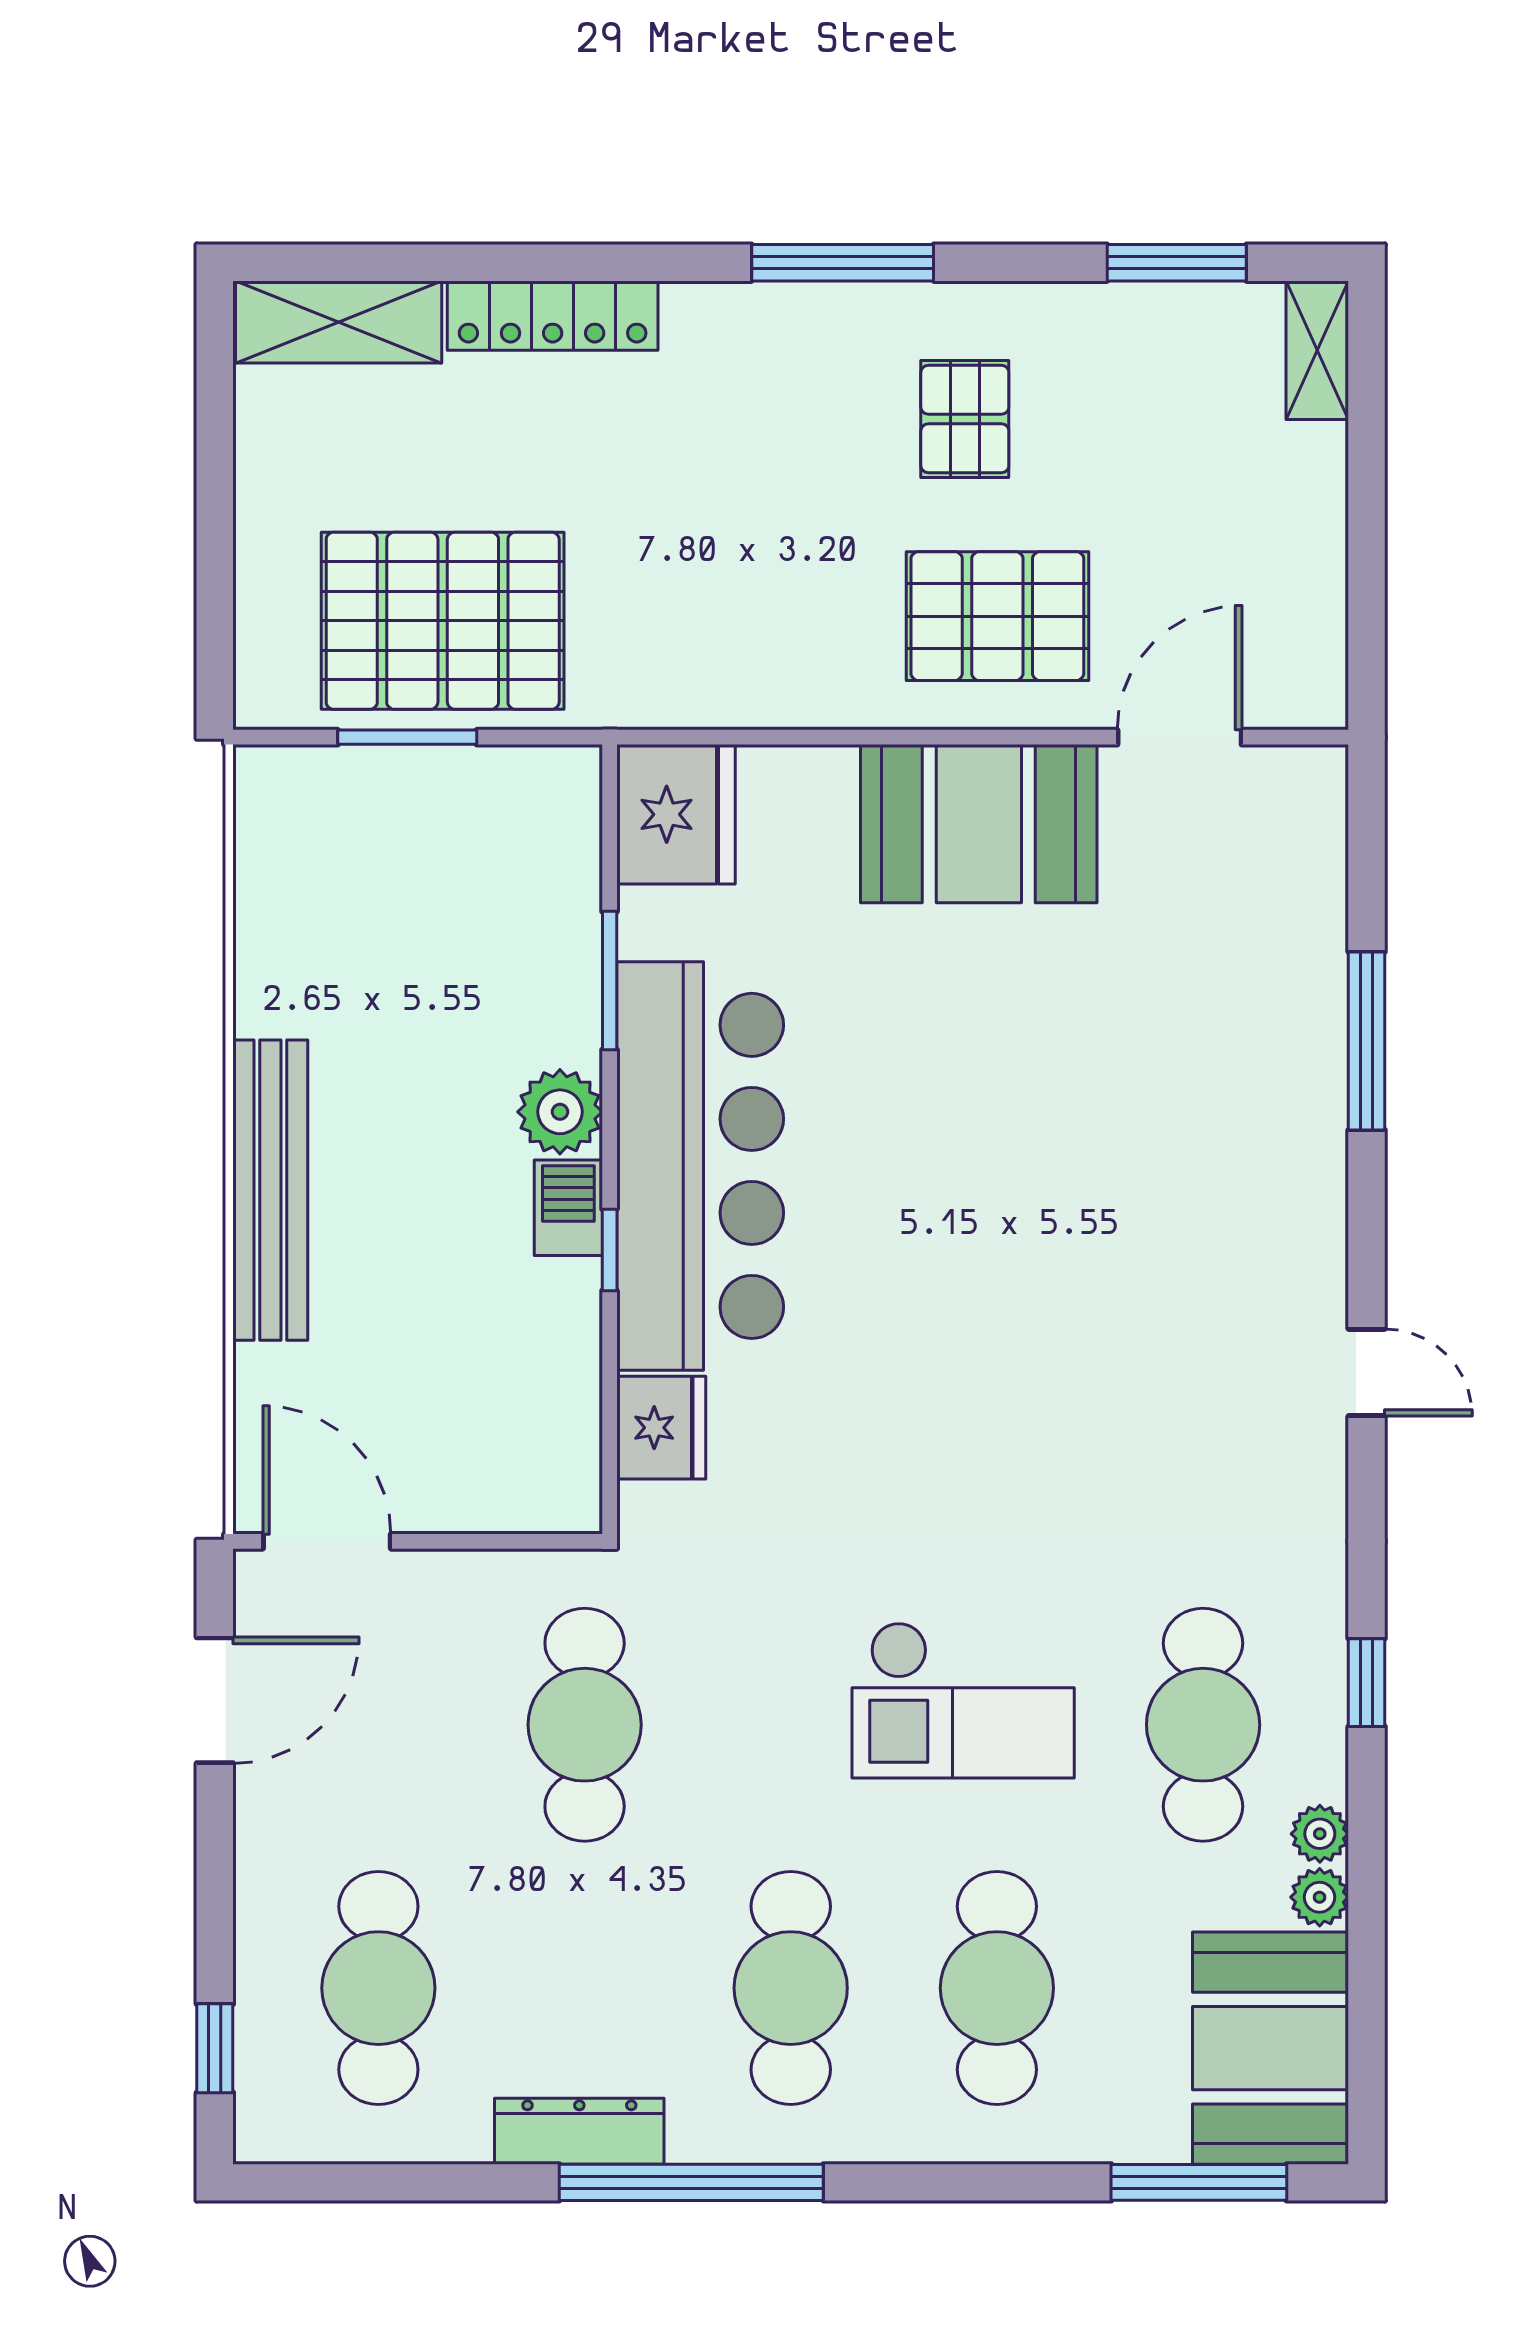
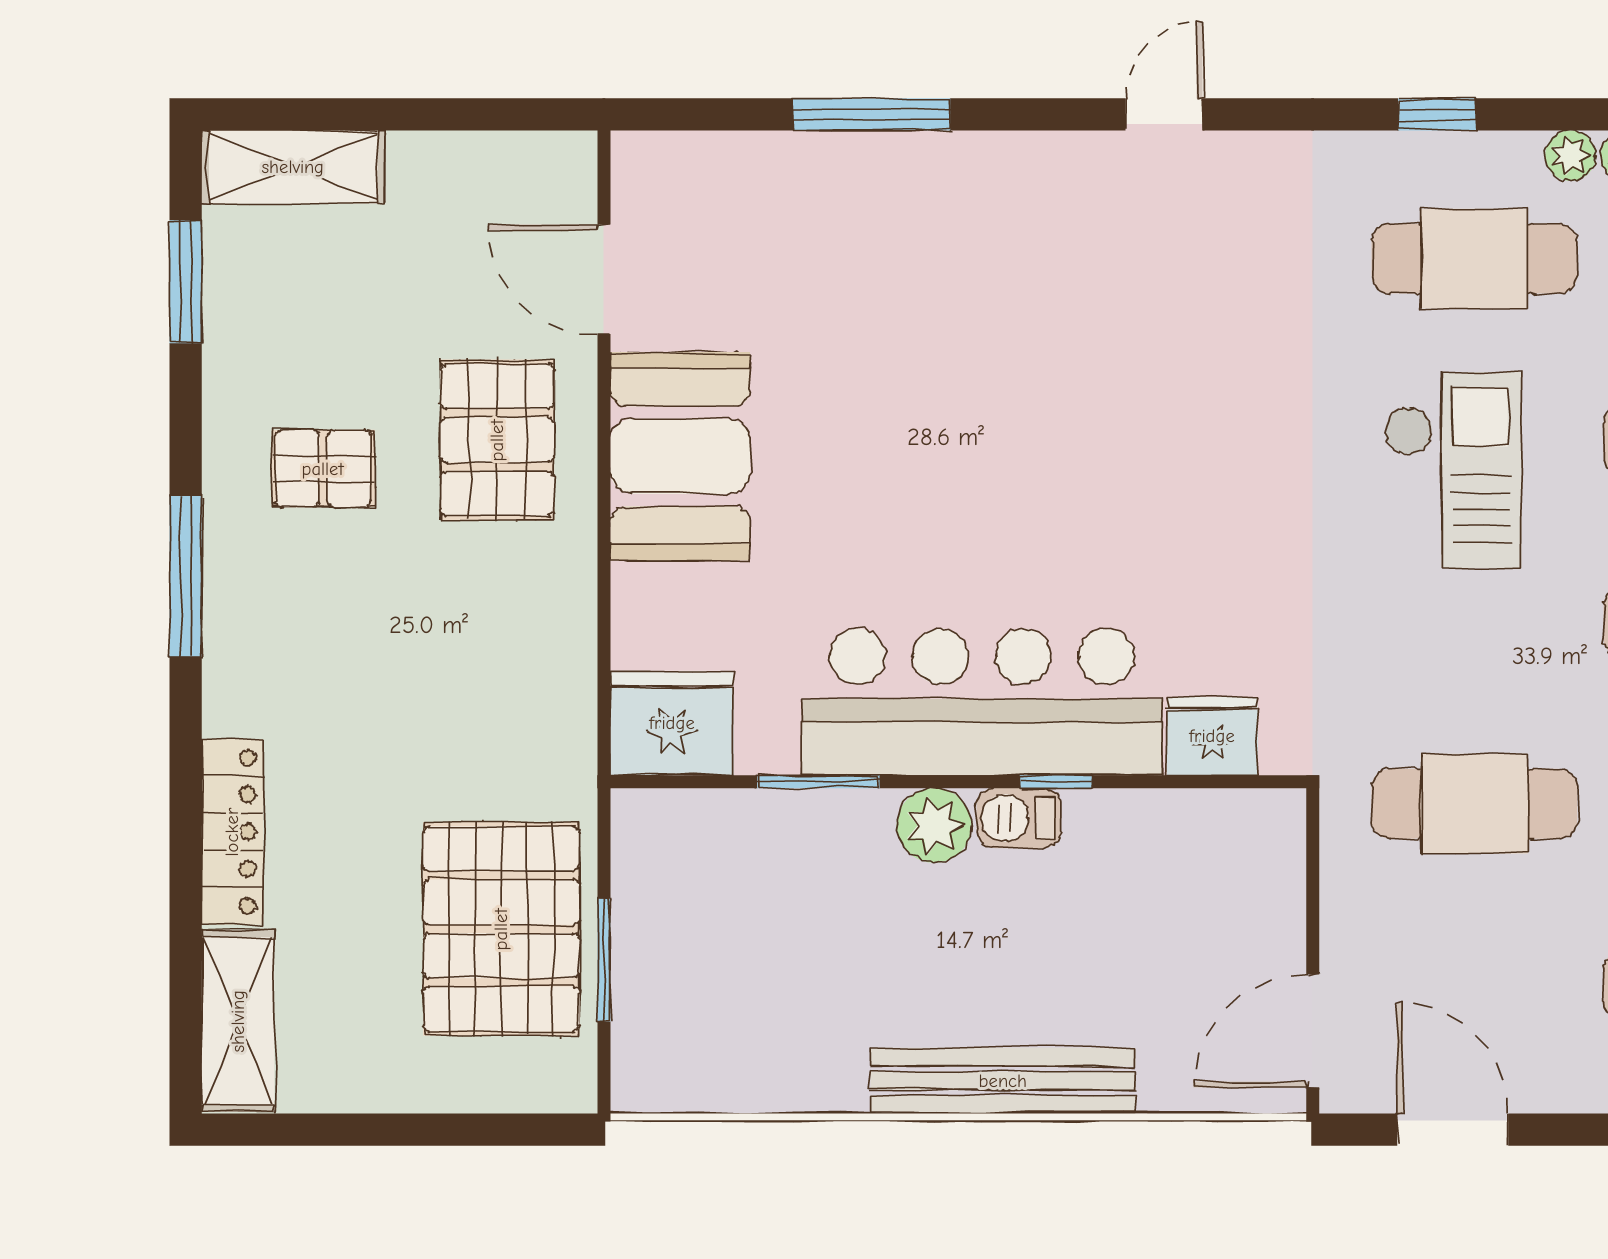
shelving: (1317, 350) -> (293, 167), width x1.50, depth x1.33

